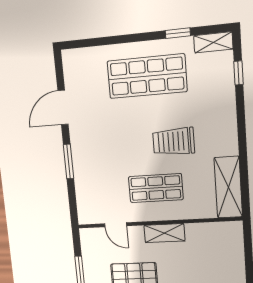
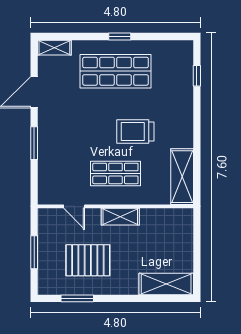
window: (178, 33) -> (120, 37), moved
shelving: (213, 42) -> (54, 48), moved

